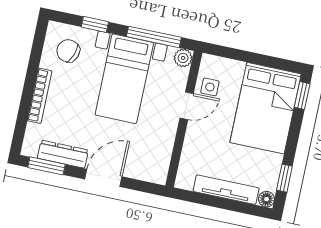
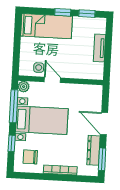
chair: (68, 51) -> (30, 157), turned 70
window: (302, 96) -> (63, 12), moved
bed: (266, 108) -> (47, 26), width x0.67
tv unit: (226, 190) -> (99, 48), width x0.71
floor lamp: (267, 199) -> (101, 23), removed

